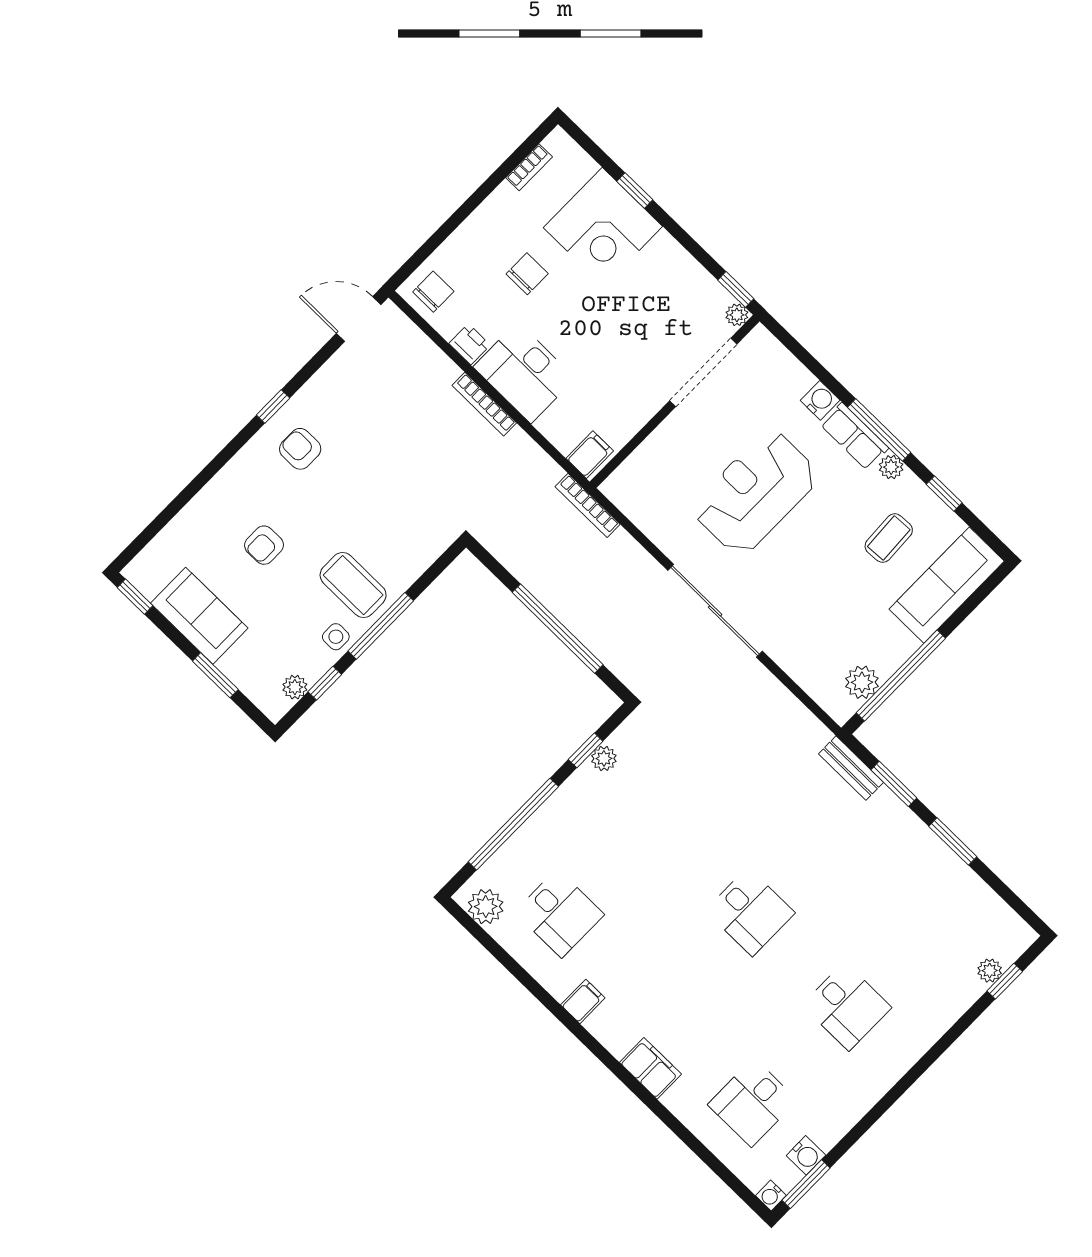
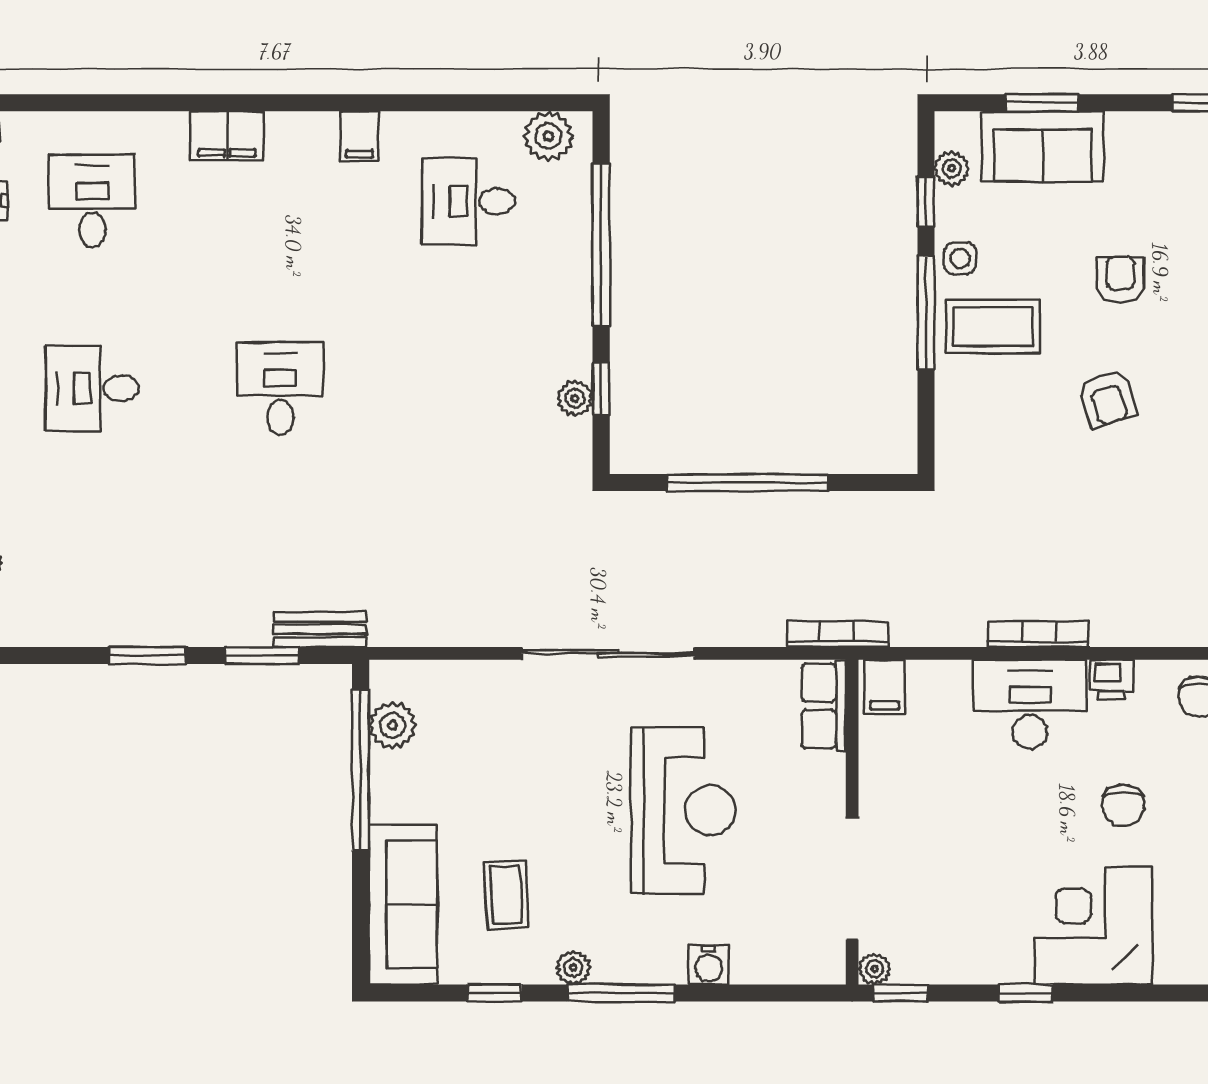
window: (635, 190) -> (1026, 993), moved
row of seats: (854, 436) -> (824, 706), moved, turned -90
armchair: (300, 449) -> (1107, 398), moved, turned 73
sofa: (199, 616) -> (1043, 146), moved
desk: (750, 912) -> (280, 388), turned 90

